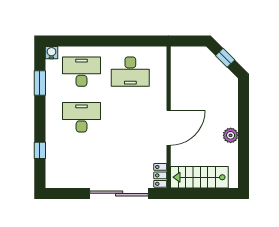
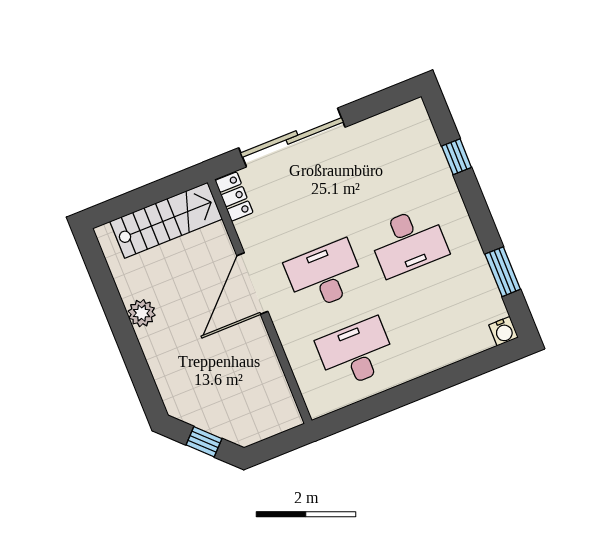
desk: (82, 72) -> (325, 275), moved, turned 180

